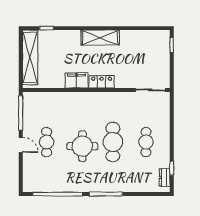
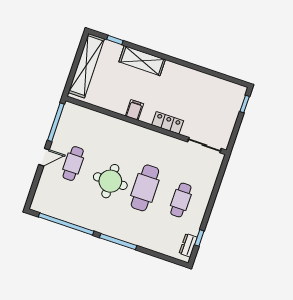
shelving: (100, 38) -> (142, 61), moved
filing cabinet: (76, 80) -> (134, 110), width x0.50
locker: (102, 82) -> (168, 123), moved
door: (21, 145) -> (44, 157), hinge flipped

